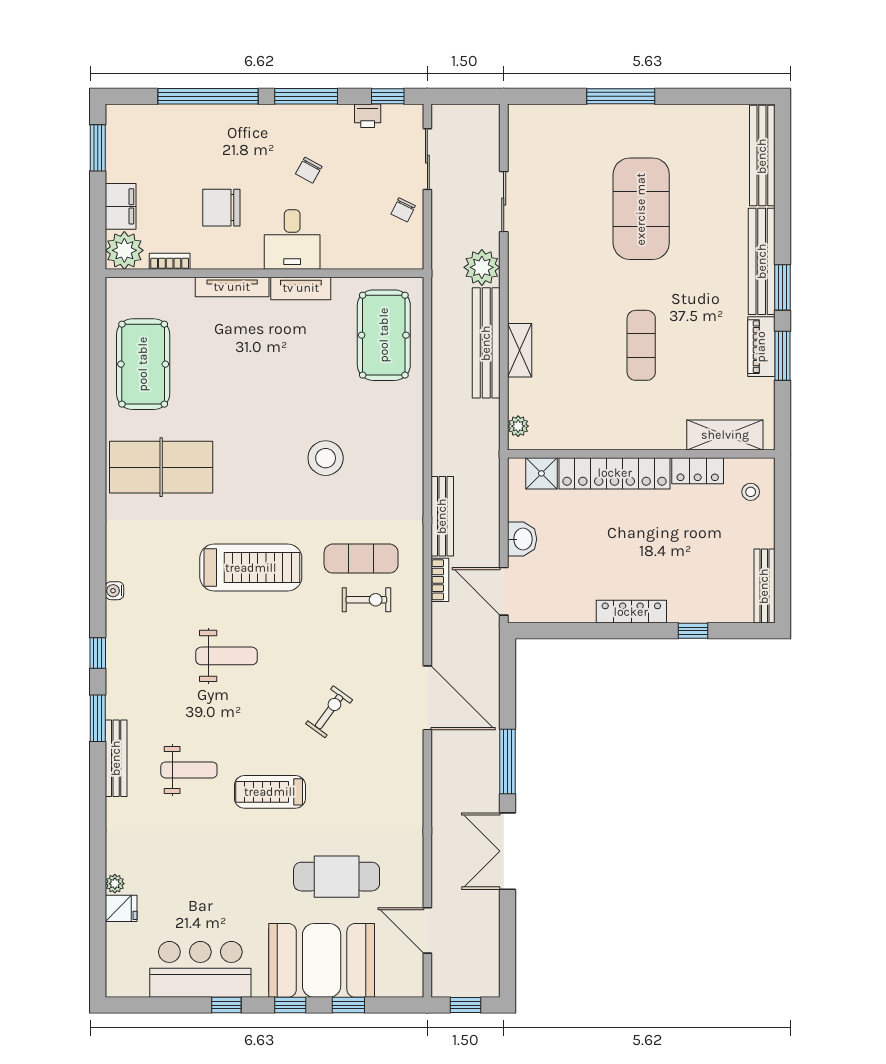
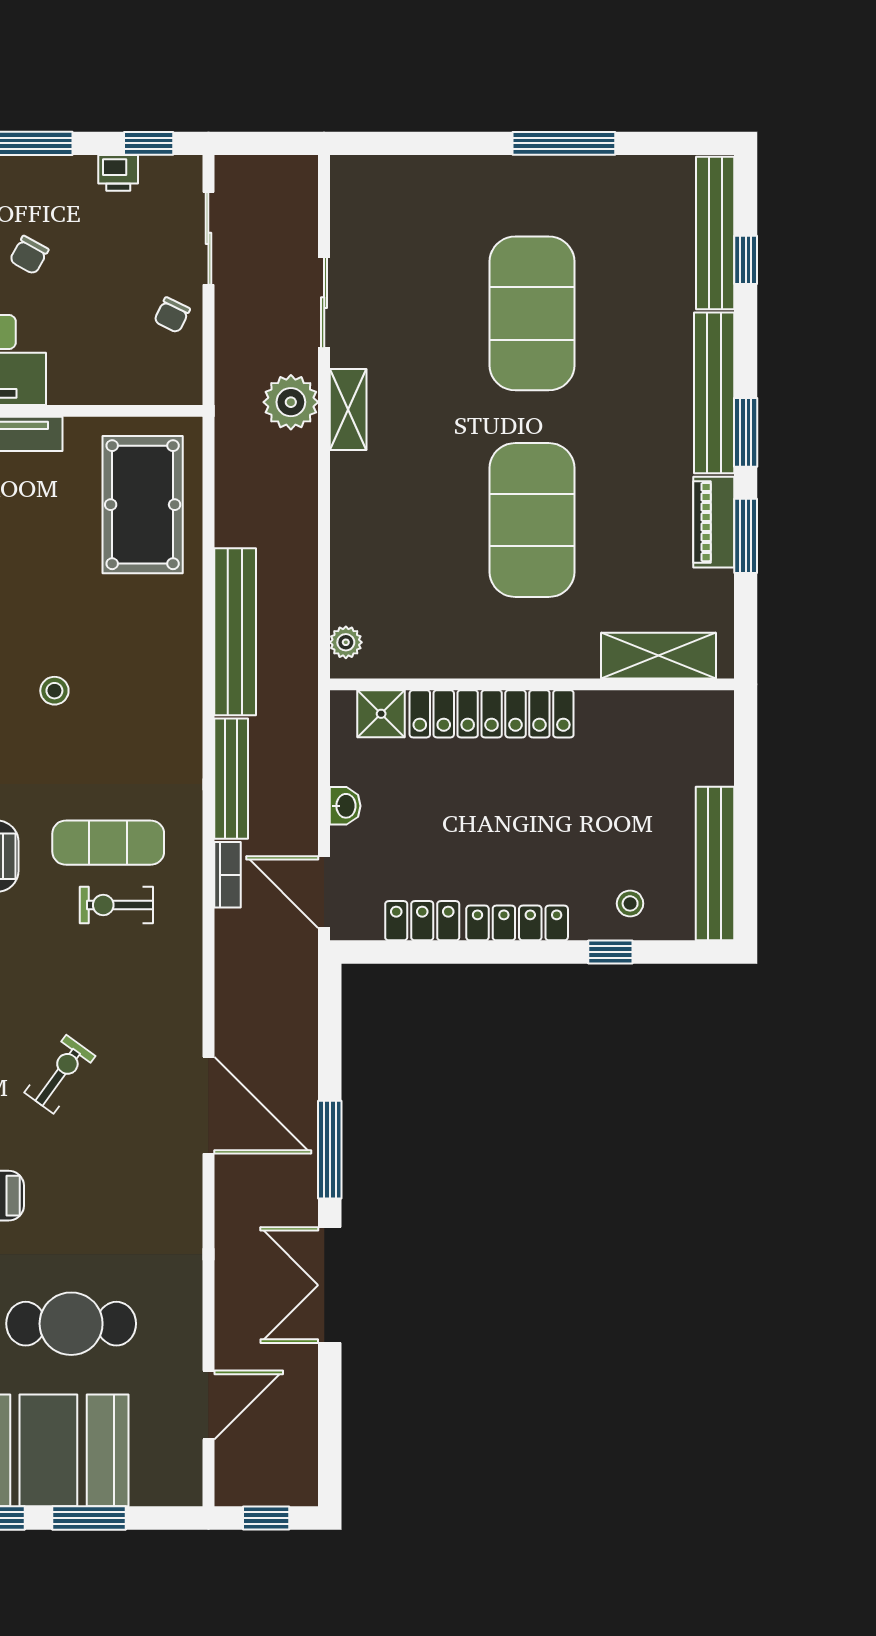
window: (621, 96) -> (564, 143), moved
window: (782, 173) -> (746, 260), added
bench: (486, 343) -> (235, 632), moved
exercise mat: (641, 345) -> (532, 520), width x2.00, depth x1.45
shelving: (520, 350) -> (348, 410), moved
stool: (326, 458) -> (54, 691), width x0.53, depth x0.53
locker: (698, 471) -> (422, 921), moved, turned 180
stool: (751, 492) -> (630, 903), moved
washbasin: (522, 539) -> (345, 806), width x0.72, depth x0.69
bench: (764, 586) -> (715, 864), width x1.37, depth x1.21
exercise bike: (366, 600) -> (116, 905), turned 180
door: (427, 698) -> (208, 1105), moved
door: (427, 930) -> (208, 1405), swing flipped
window: (348, 1005) -> (89, 1518), width x1.50

